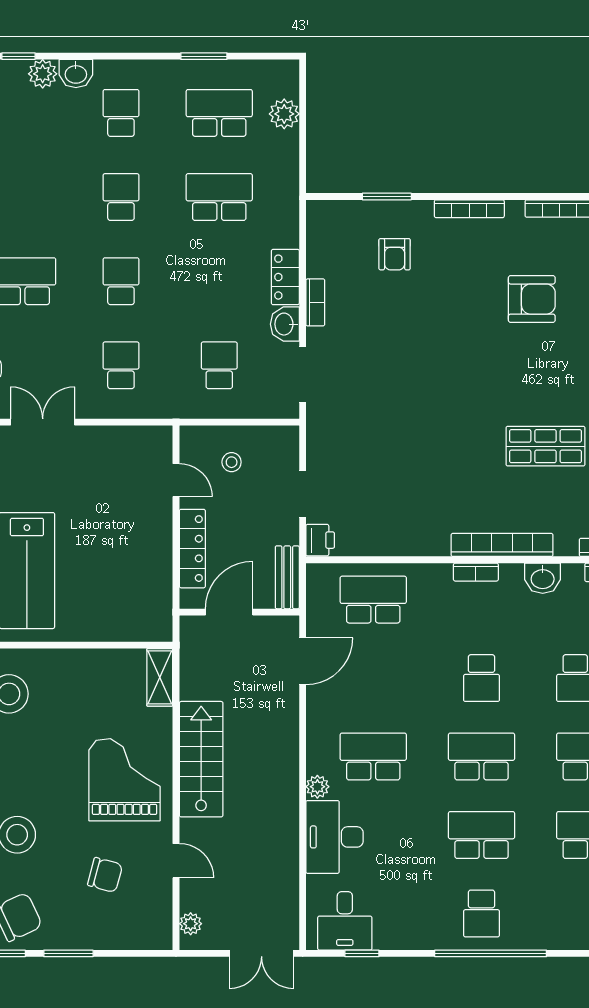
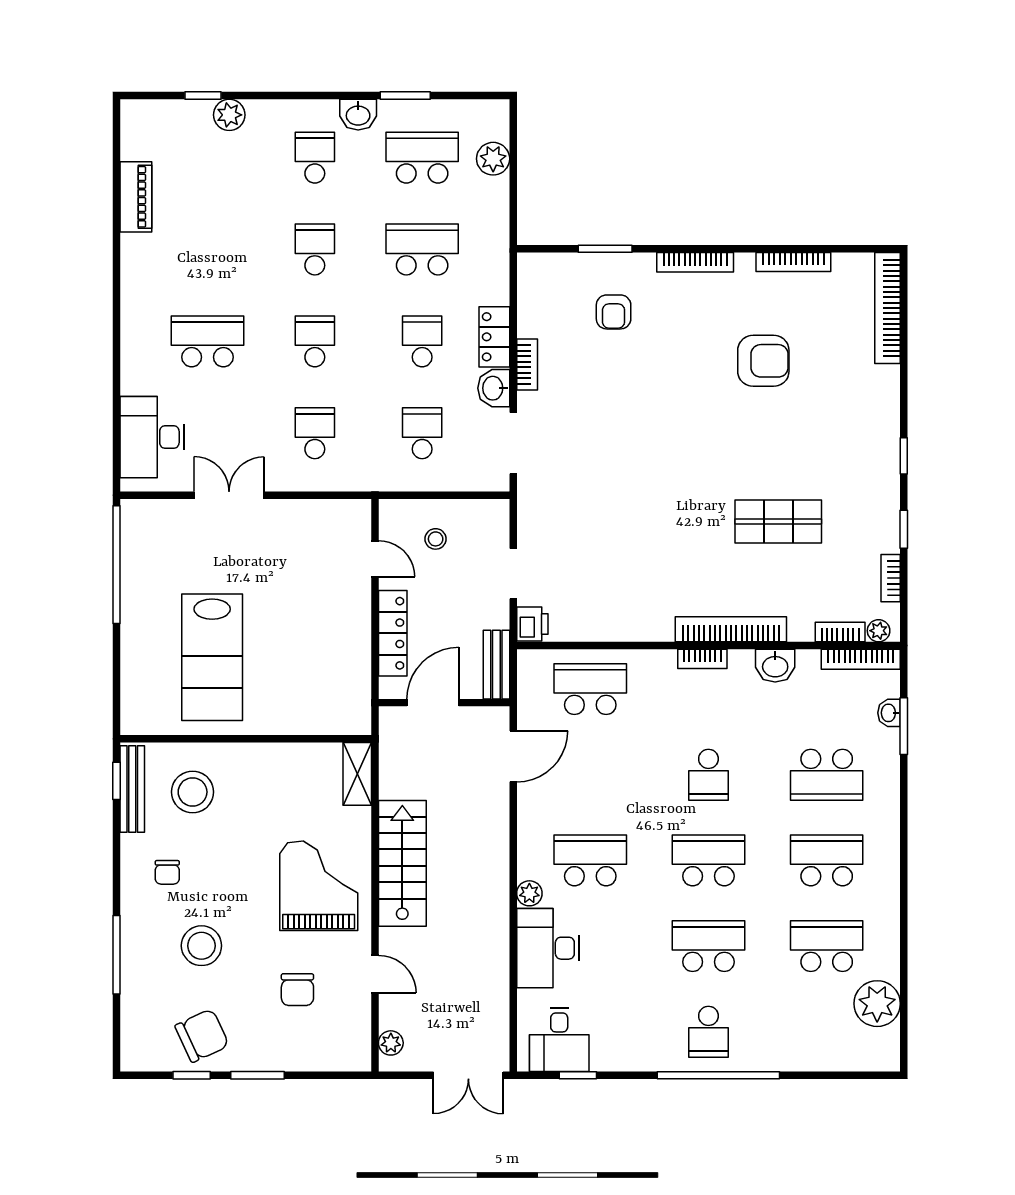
washbasin: (76, 74) -> (358, 115), moved
school desk: (219, 281) -> (422, 341), added
chair: (105, 875) -> (297, 990), turned 75

